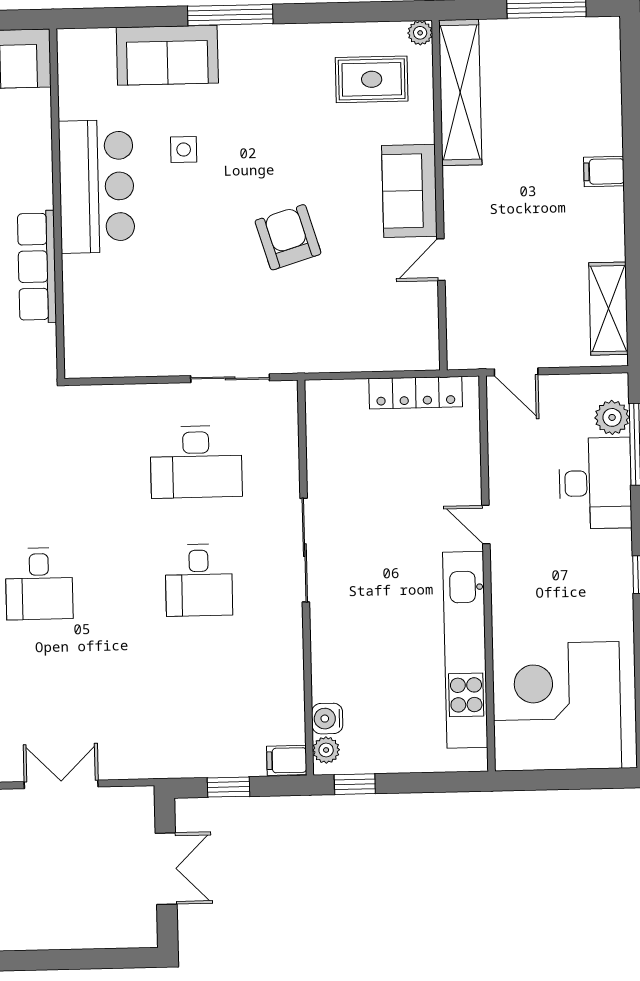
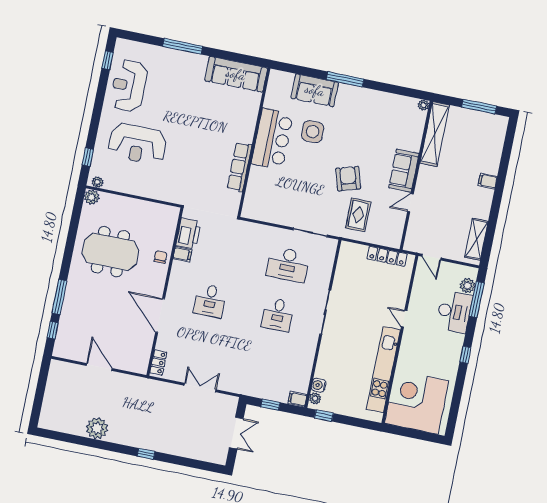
rug: (372, 79) -> (358, 215), moved, turned 90
side table: (184, 150) -> (313, 132), width x1.87, depth x1.87

